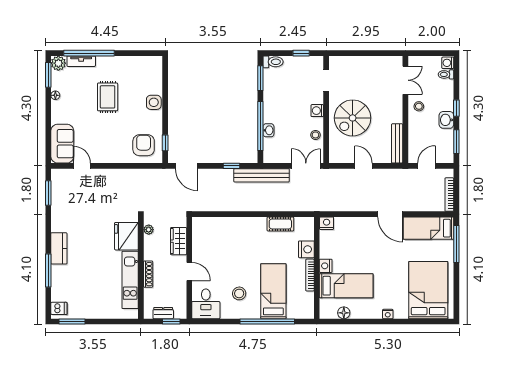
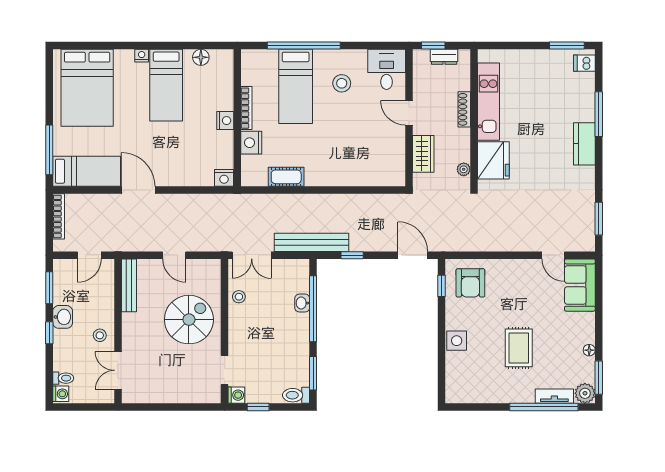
washing machine: (317, 111) -> (236, 395), moved
bed: (346, 286) -> (166, 85), moved, turned -90

